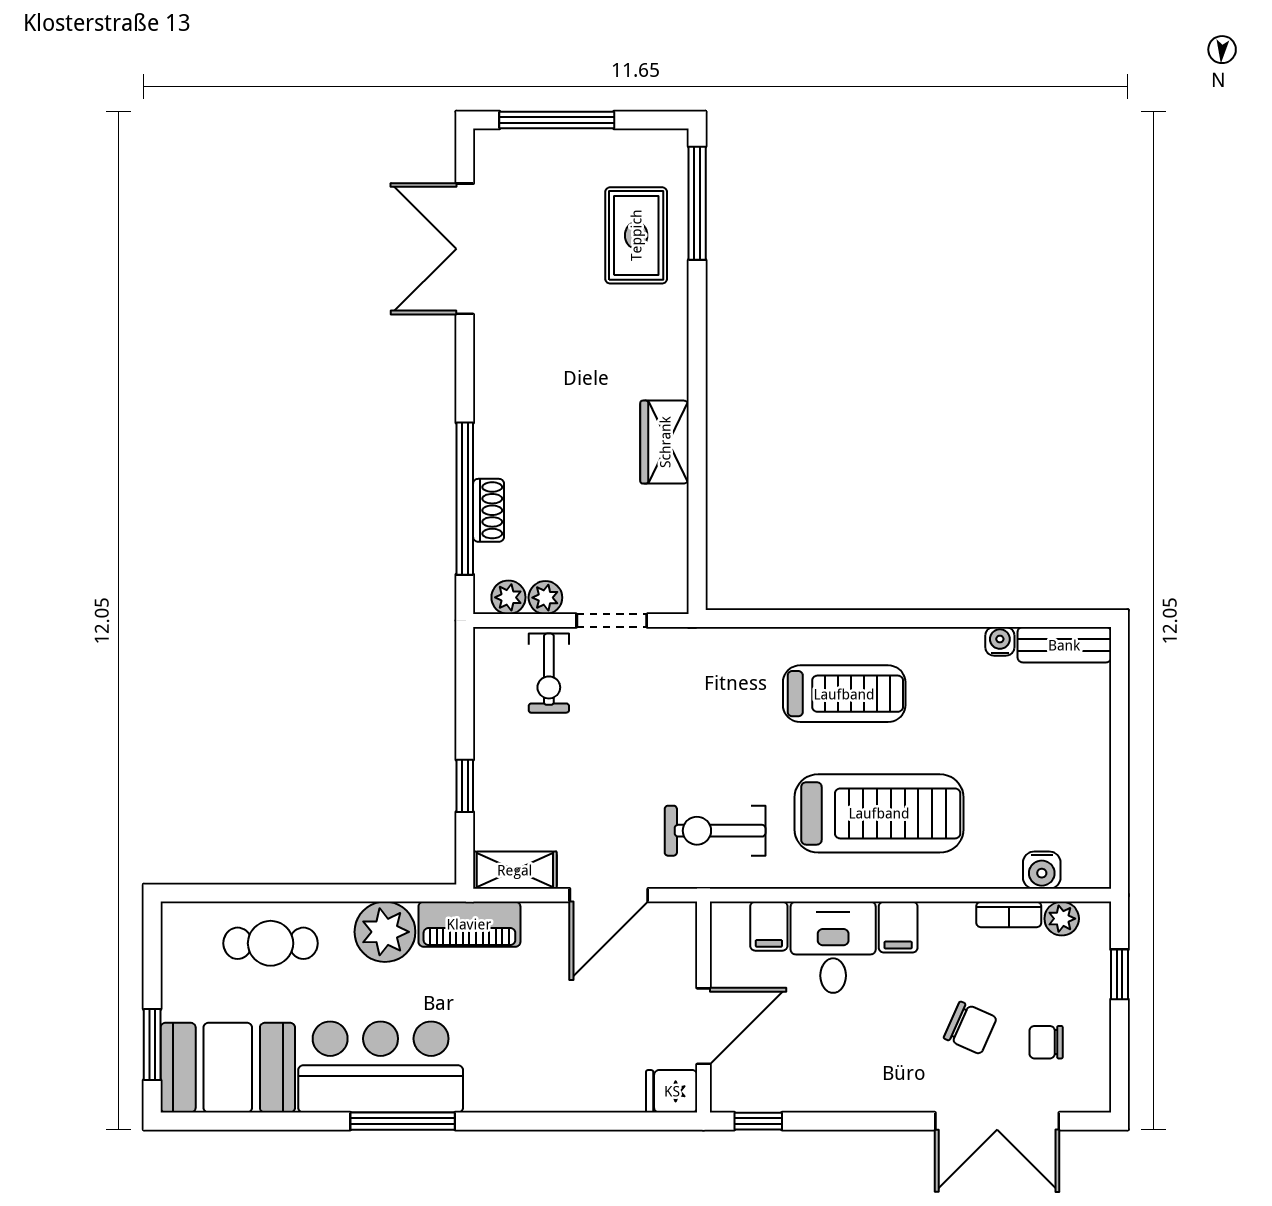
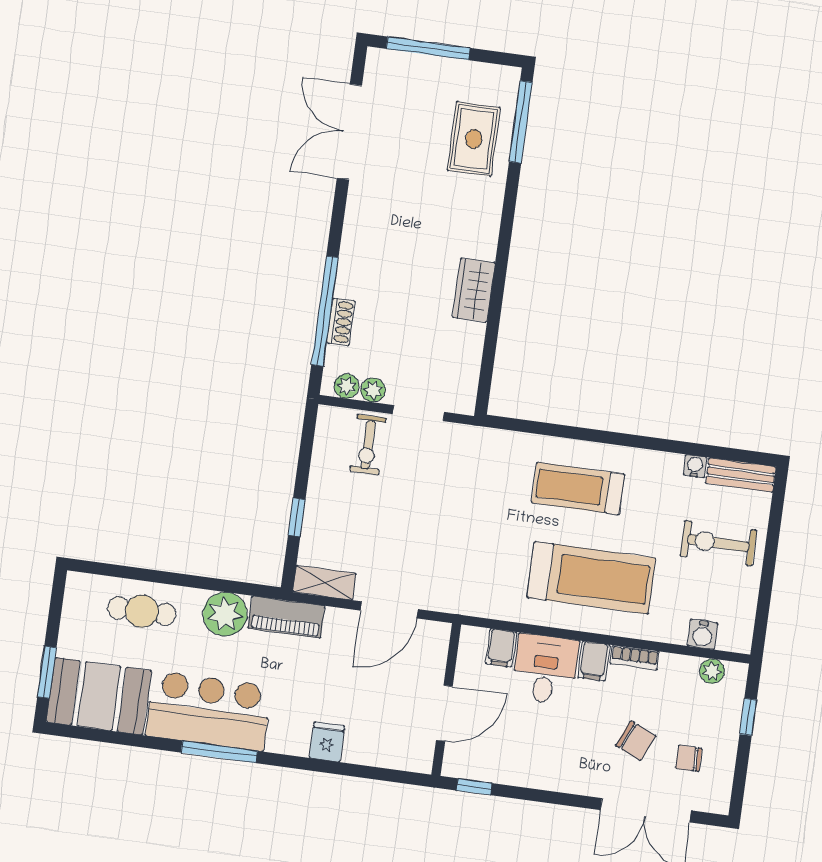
treadmill: (844, 694) -> (578, 488), turned 180
exercise bike: (715, 831) -> (718, 543), moved
bookcase: (1009, 914) -> (635, 658), moved
fridge: (672, 1091) -> (327, 742), moved, turned 90

